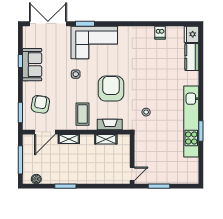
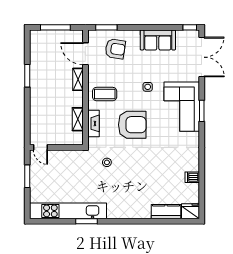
window: (85, 24) -> (202, 111), moved
window: (20, 61) -> (190, 27), moved
kitchen unit: (191, 122) -> (68, 211), moved
boiler: (36, 179) -> (35, 44), removed

